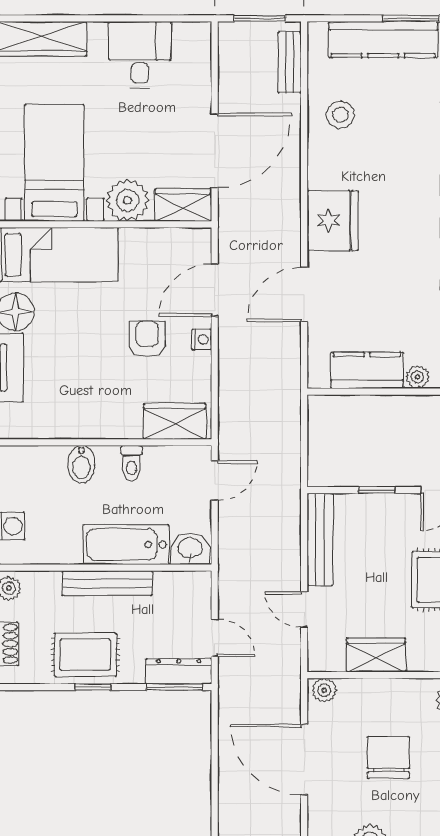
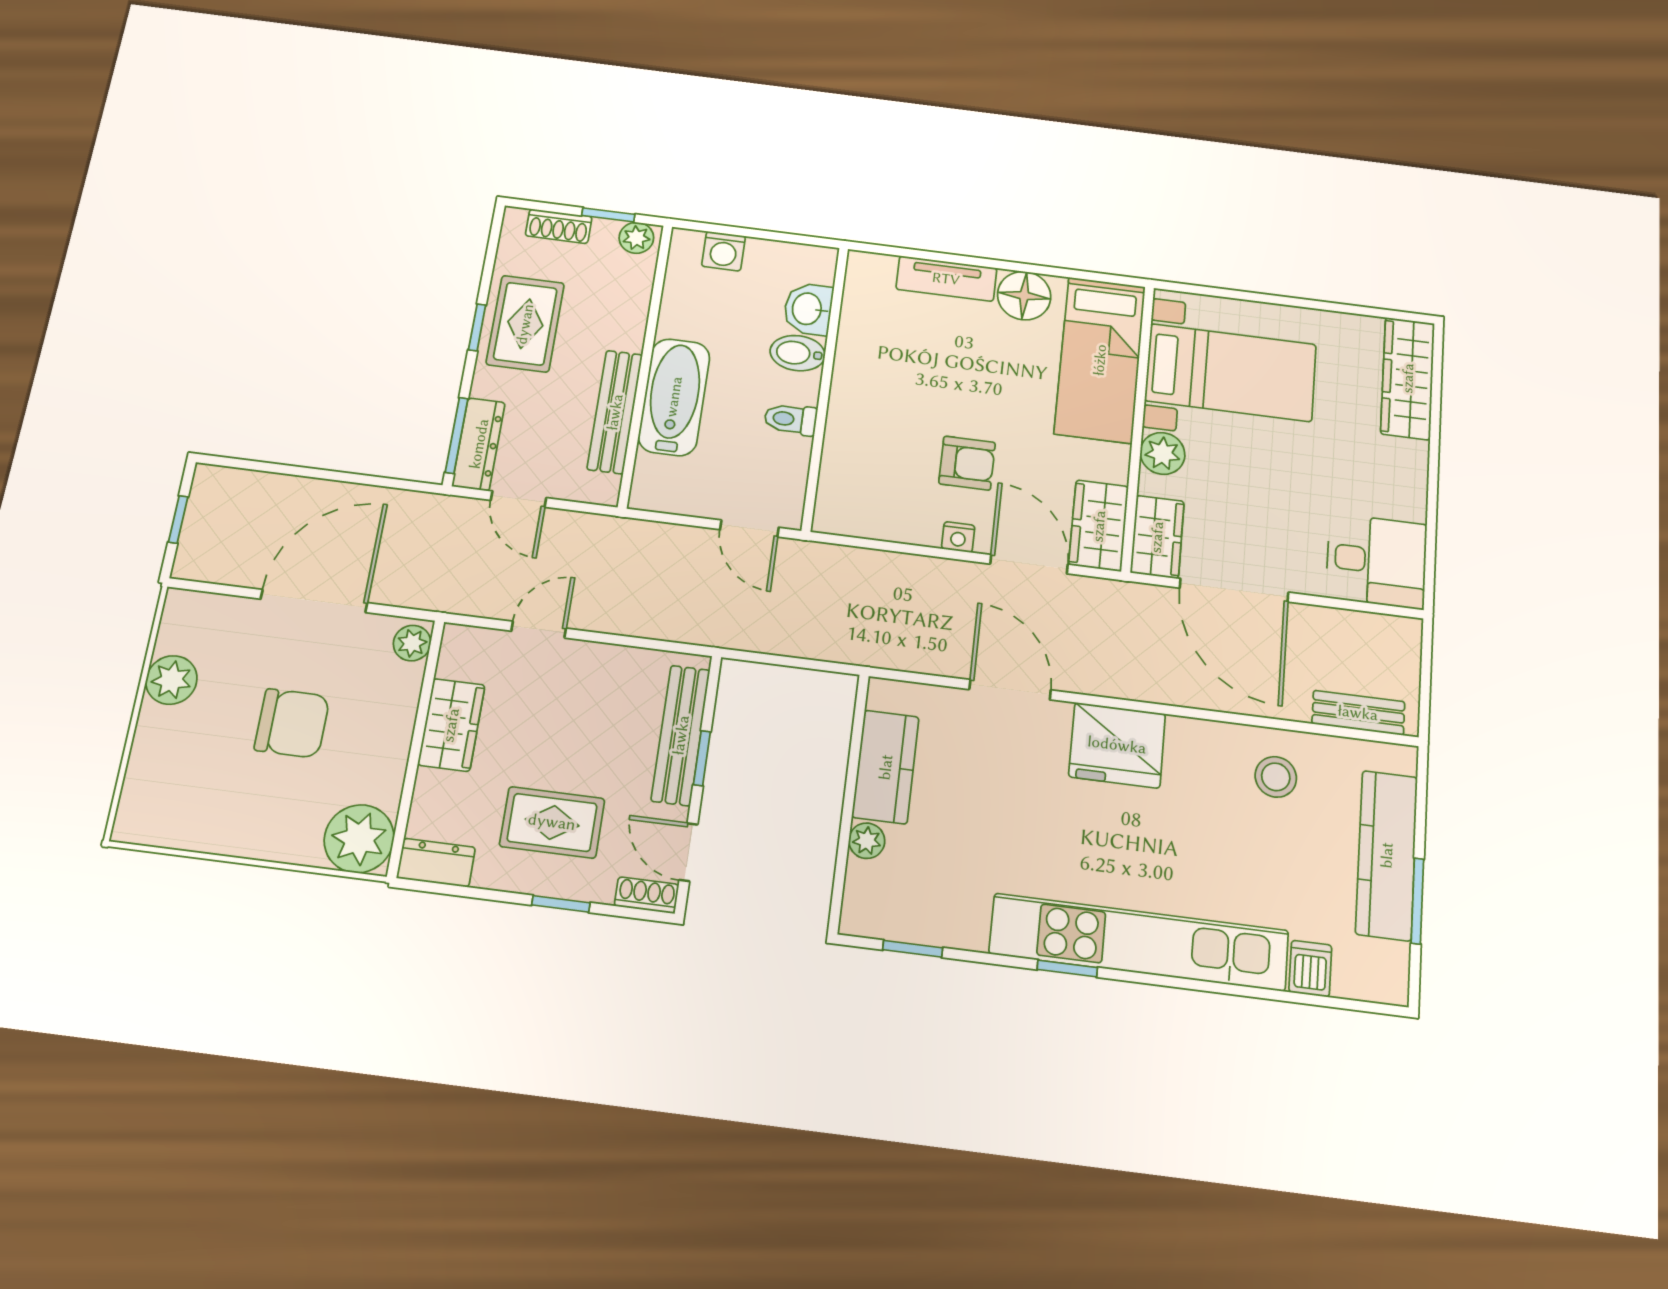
window: (260, 18) -> (1426, 678), removed
desk: (140, 55) -> (1376, 561), moved
plant: (127, 200) -> (1162, 453), width x0.73, depth x0.73
wardrobe: (175, 421) -> (1099, 526), moved, turned 180
bench: (320, 539) -> (681, 735), moved, turned 90
washbasin: (190, 549) -> (808, 309), moved, turned 180
bench: (107, 583) -> (615, 412), moved
door: (215, 638) -> (519, 499), hinge flipped

